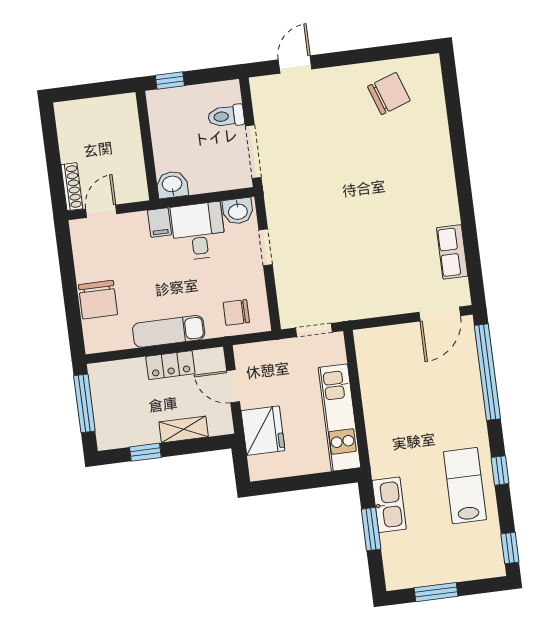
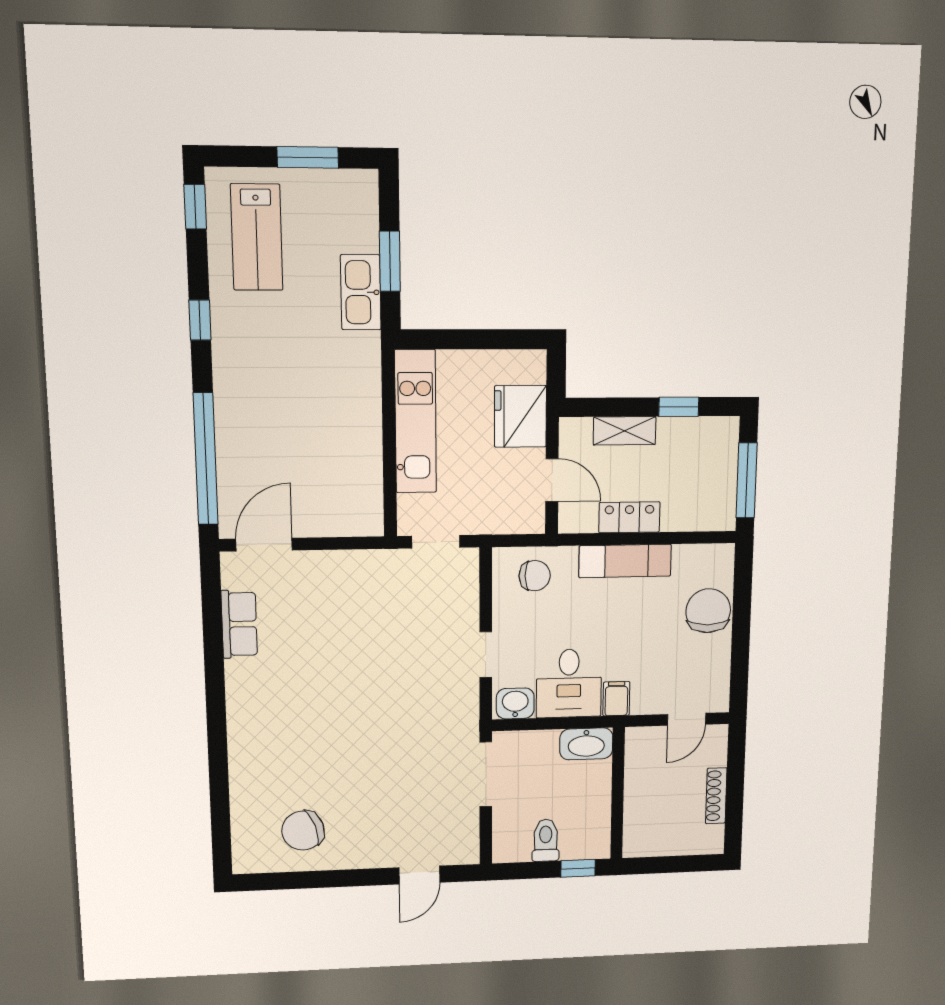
toilet: (226, 116) -> (546, 840), moved, turned -90
washbasin: (172, 185) -> (586, 744), width x1.38
shoe rack: (72, 187) -> (716, 796), moved
lab bench: (465, 486) -> (257, 237), moved

